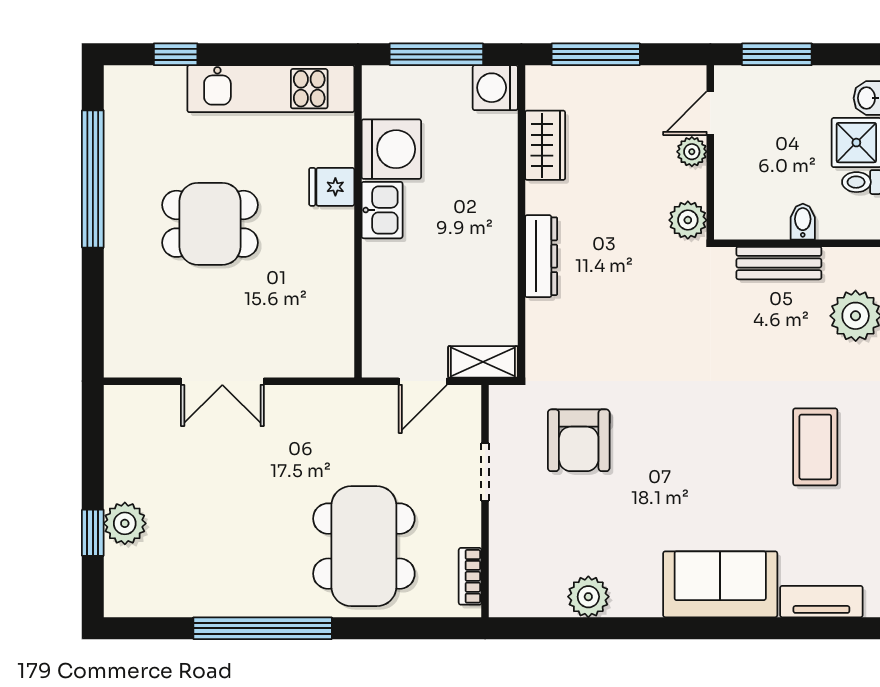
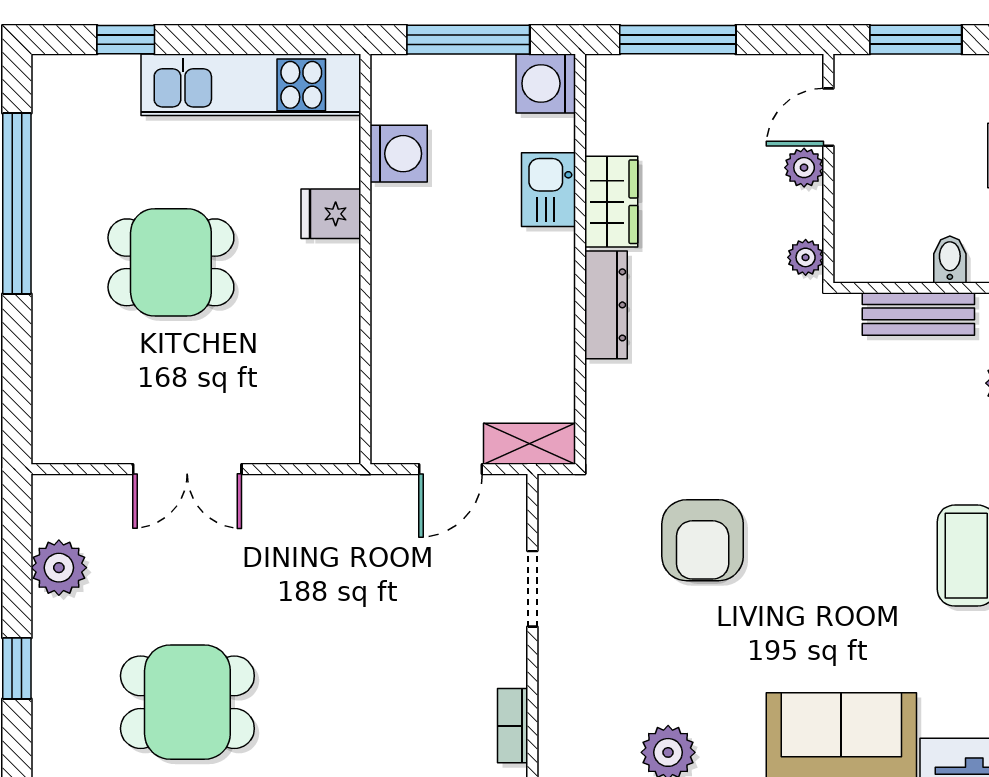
wardrobe: (545, 145) -> (611, 202), moved
washing machine: (391, 149) -> (399, 154), width x0.73, depth x0.73
kitchen sink: (382, 210) -> (548, 190), moved, turned 180
plant: (688, 220) -> (806, 257), width x0.73, depth x0.73
armchair: (579, 440) -> (703, 540), moved
plant: (125, 523) -> (59, 568), moved
dining table: (364, 546) -> (187, 702), moved, width x0.73

